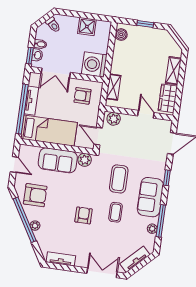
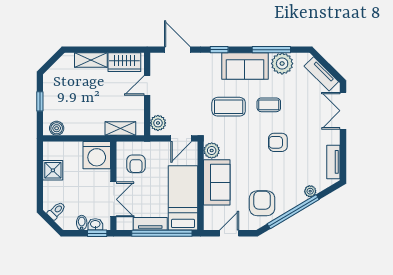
plant: (35, 226) -> (310, 191), moved
plant: (152, 229) -> (282, 63), width x1.88, depth x1.88

